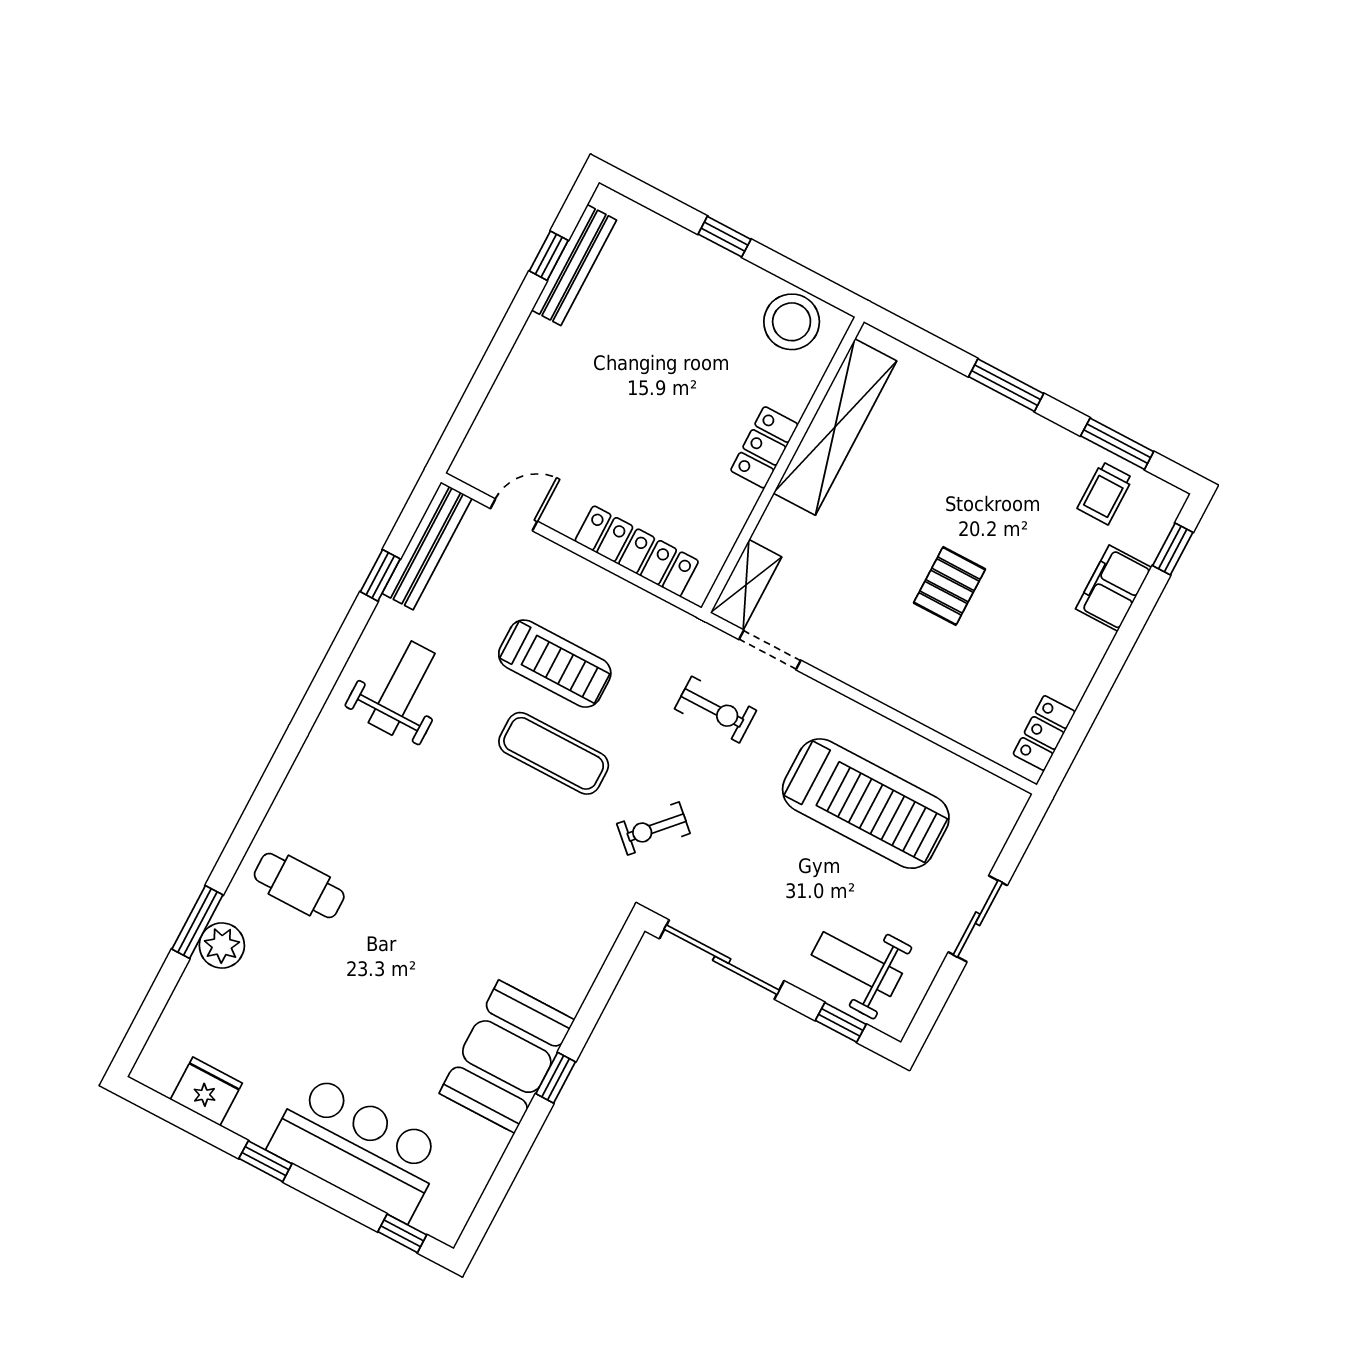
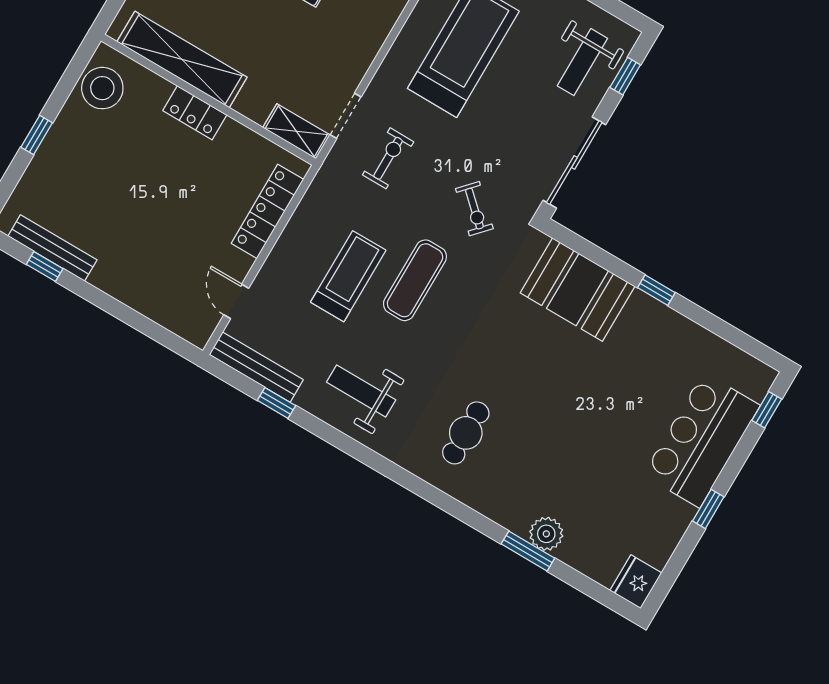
cafe table: (299, 885) -> (466, 433), moved
booth: (507, 1057) -> (578, 290), moved
fridge: (206, 1091) -> (636, 582), moved

